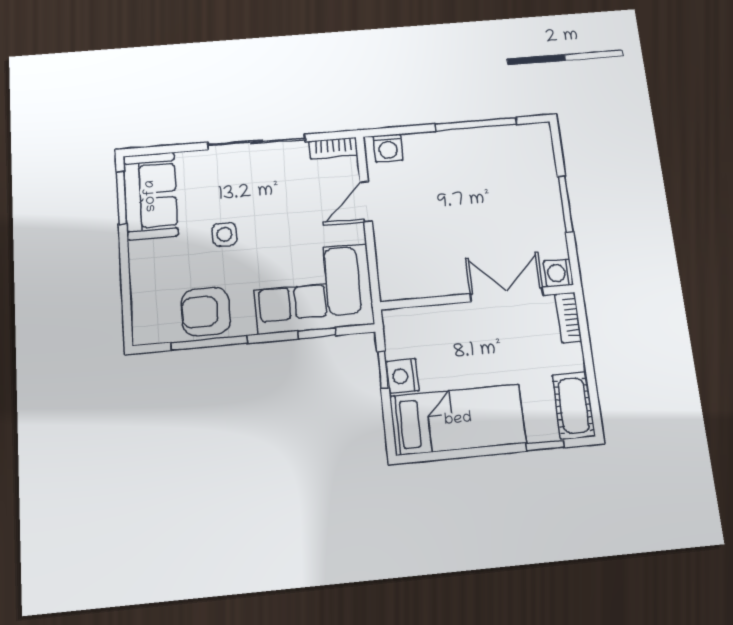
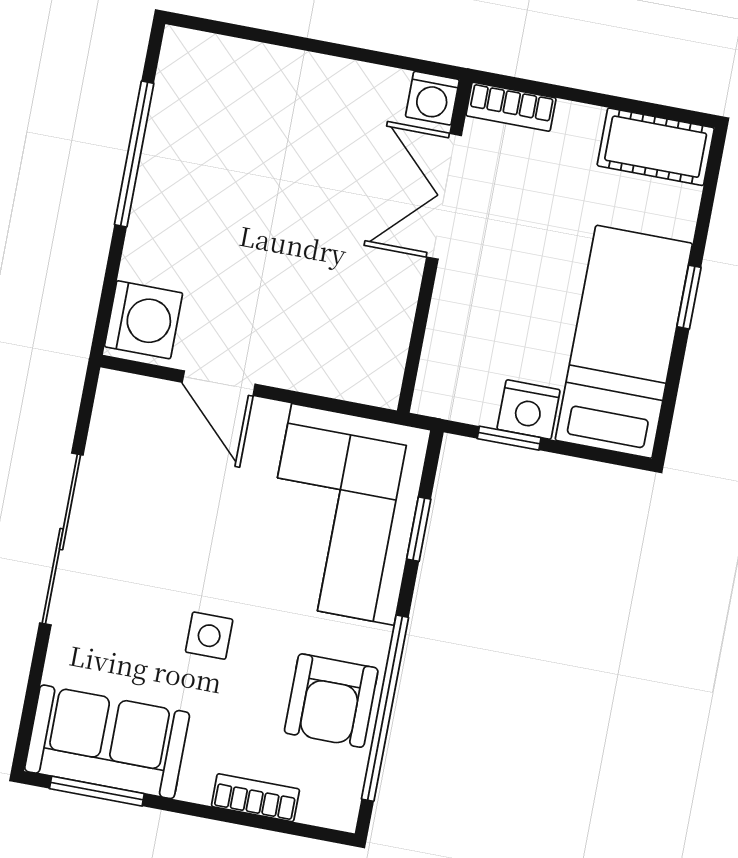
bookcase: (333, 148) -> (255, 798), moved, turned -90
washing machine: (388, 148) -> (144, 320), width x1.38, depth x1.38
window: (565, 204) -> (318, 46), removed
window: (209, 343) -> (385, 708), width x1.46
window: (545, 445) -> (689, 297), moved

